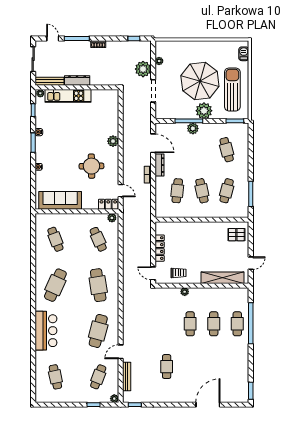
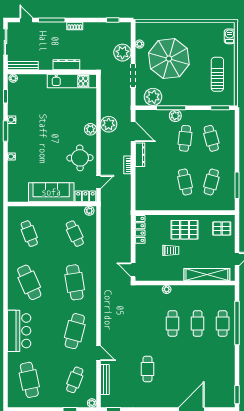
dresser: (77, 80) -> (66, 65), moved
parasol: (200, 81) -> (169, 59), moved
sun lounger: (232, 89) -> (217, 74), width x0.73, depth x0.75
kitchen unit: (68, 96) -> (72, 81), moved
plant: (204, 111) -> (153, 97), moved
plant: (130, 136) -> (109, 124), added
round table: (91, 166) -> (80, 158), moved
door: (121, 191) -> (99, 182), hinge flipped
cafe table: (177, 191) -> (185, 138), moved
sofa: (60, 200) -> (51, 192), moved
pallet: (201, 236) -> (185, 230), added
locker: (160, 248) -> (140, 229), moved
trolley: (178, 273) -> (171, 250), moved
cafe table: (55, 285) -> (29, 282), turned -48
door: (121, 352) -> (99, 353), swing flipped
cafe table: (55, 377) -> (29, 380), width x1.37, depth x1.35

